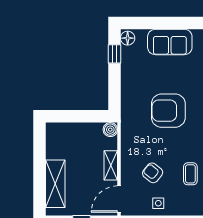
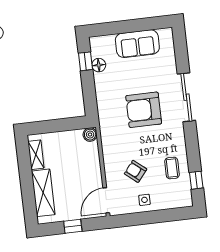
floor lamp: (128, 38) -> (99, 65), moved
shelving: (111, 165) -> (36, 155), moved

